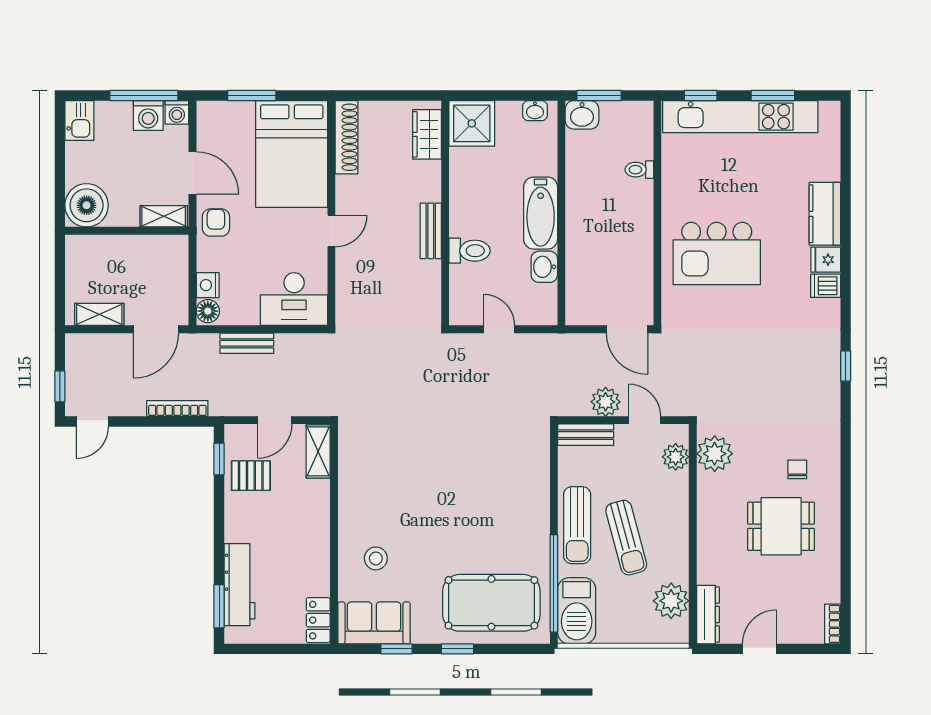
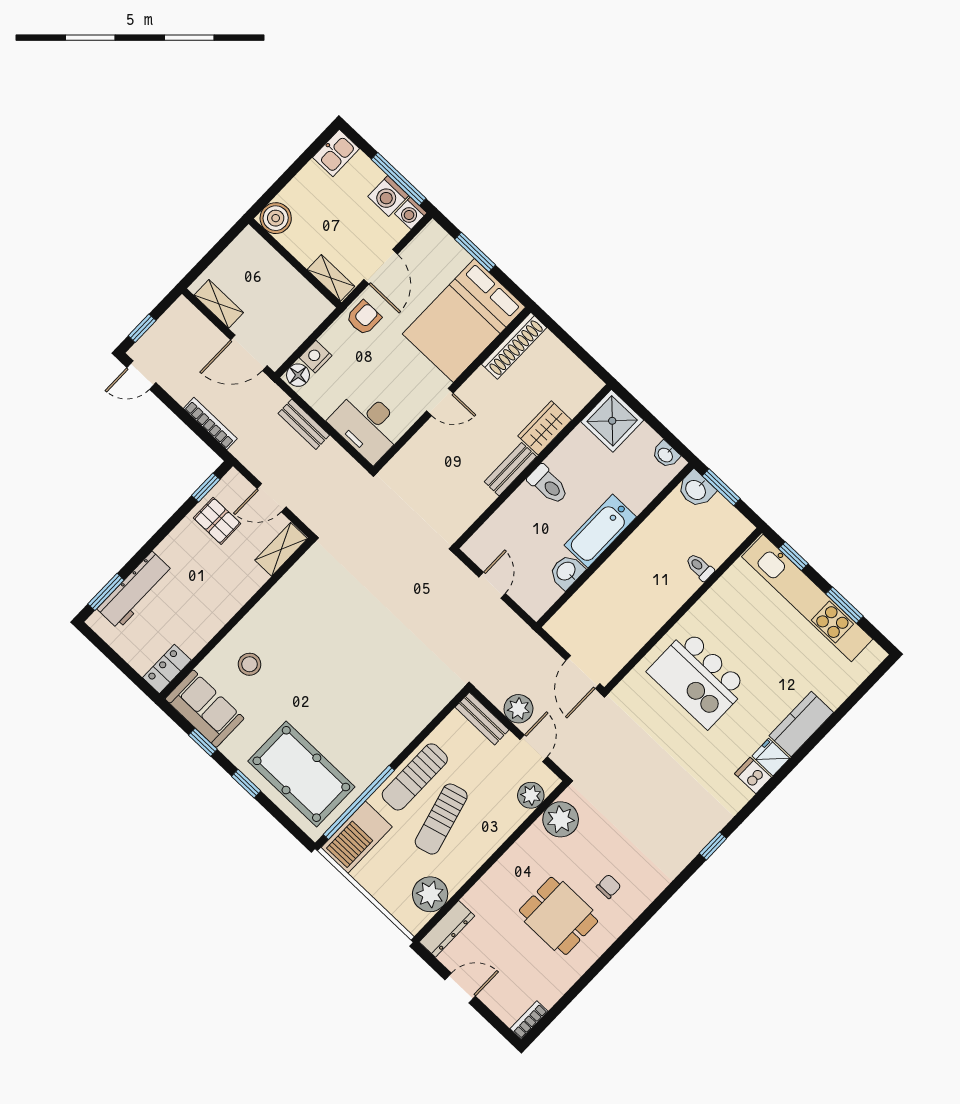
wardrobe: (427, 134) -> (545, 428), moved
boiler: (87, 205) -> (276, 218), width x0.73, depth x0.73
toilet: (469, 251) -> (548, 485), moved

